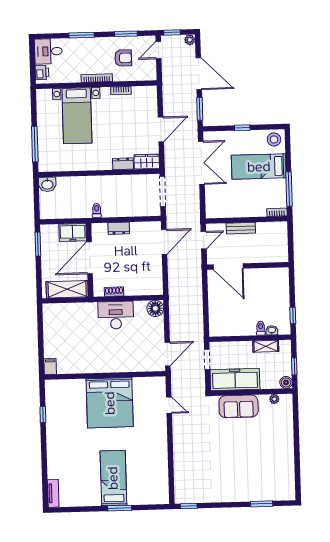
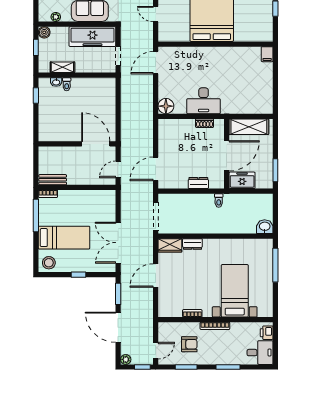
armchair: (123, 58) -> (189, 344), turned 180
bench: (241, 228) -> (53, 180), moved

